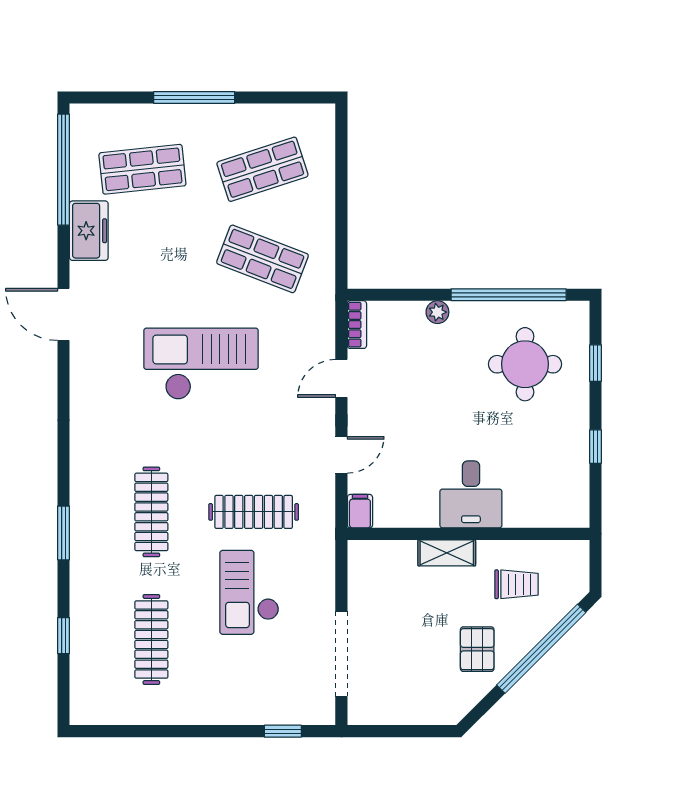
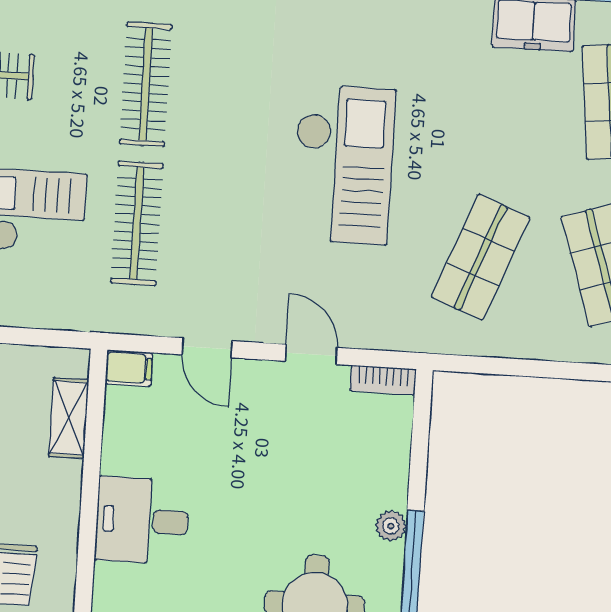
plant: (437, 312) -> (391, 526), moved
clothes rail: (151, 512) -> (146, 84), turned 90
shelving: (447, 553) -> (69, 418), moved

